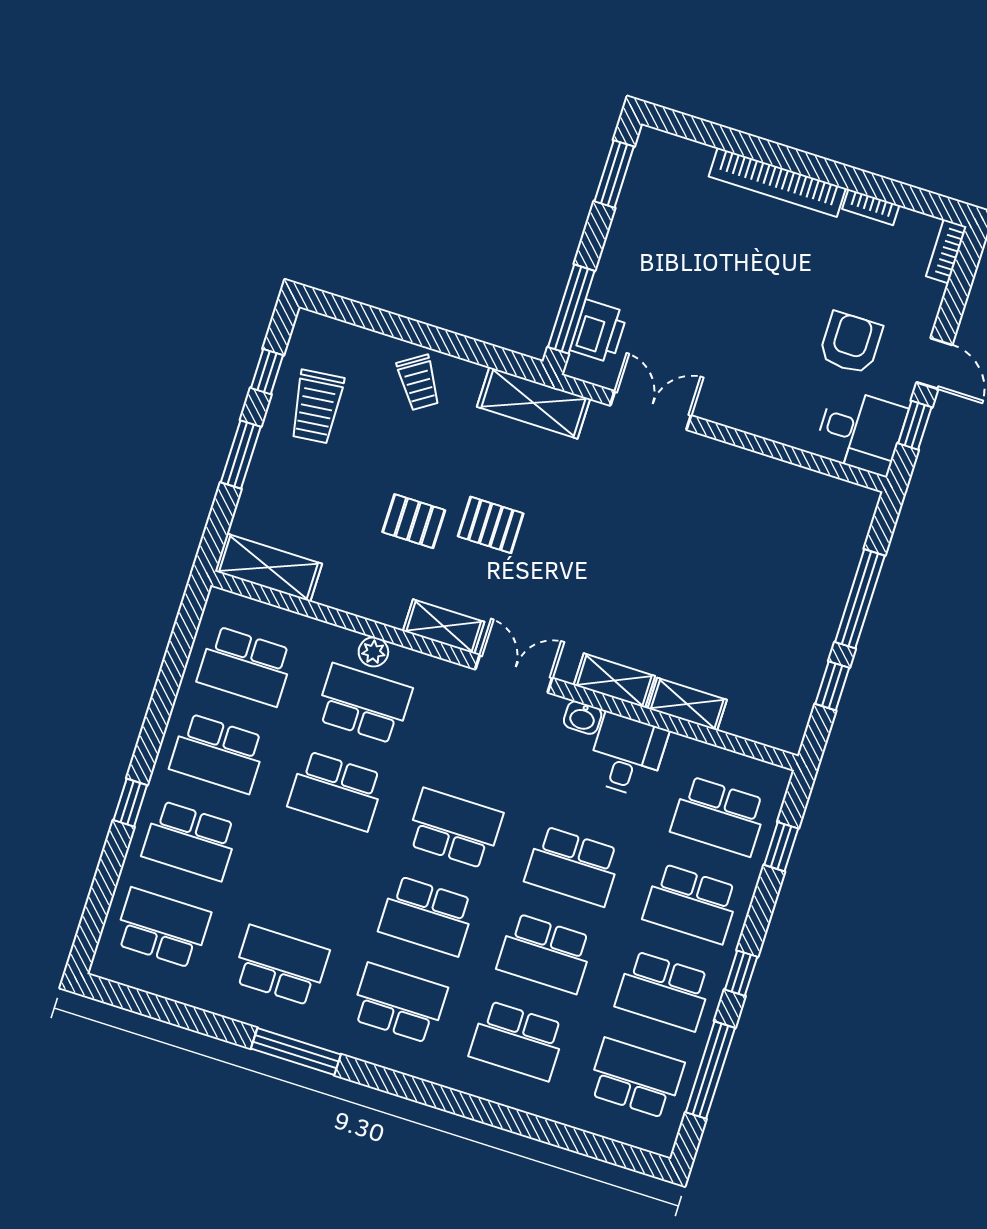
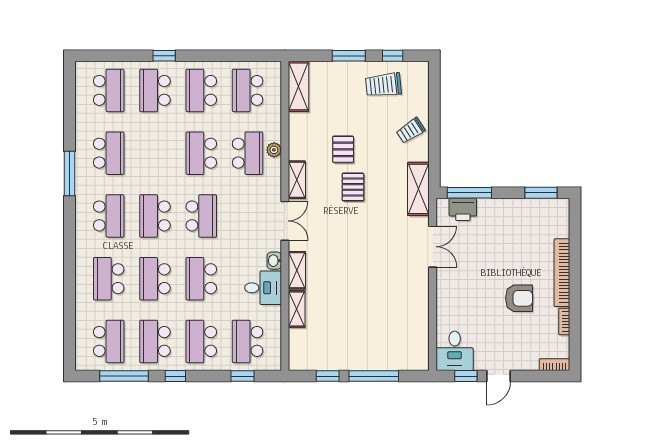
armchair: (851, 343) -> (519, 298), moved

